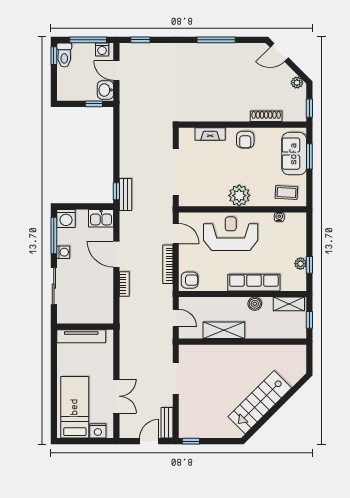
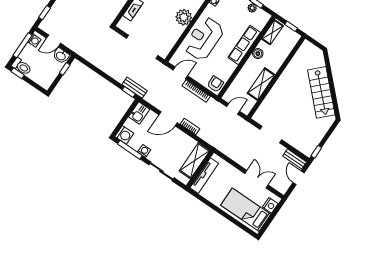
shelving: (90, 315) -> (195, 161), added

